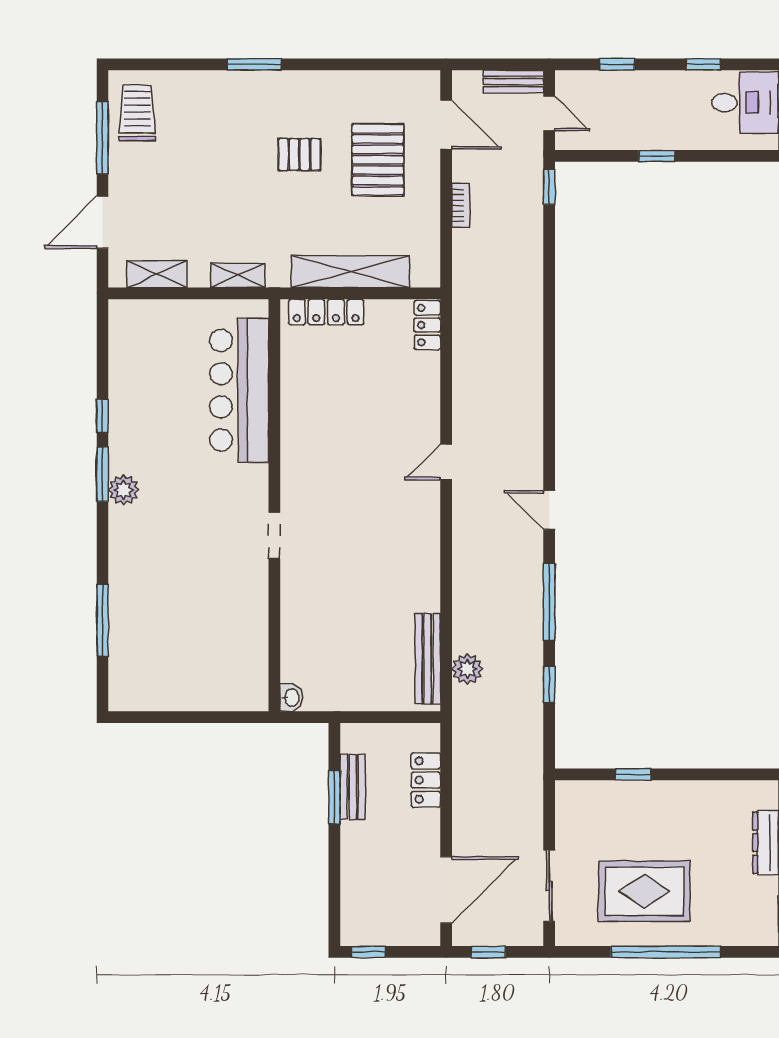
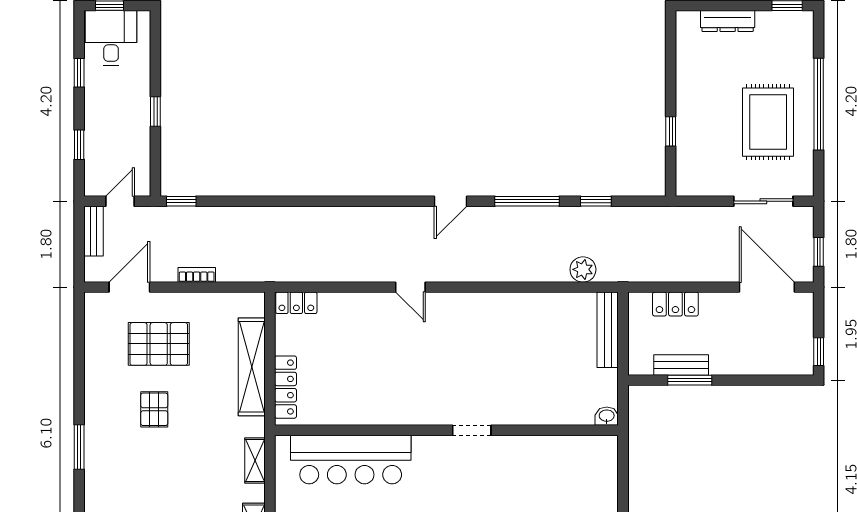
bench: (428, 659) -> (608, 330), moved, turned 90

